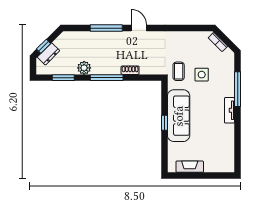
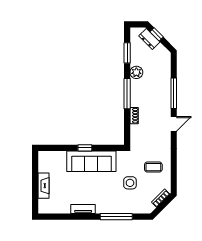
coffee table: (179, 71) -> (153, 167), moved
tv unit: (230, 110) -> (83, 209), moved
fireplace: (190, 167) -> (43, 186), moved

